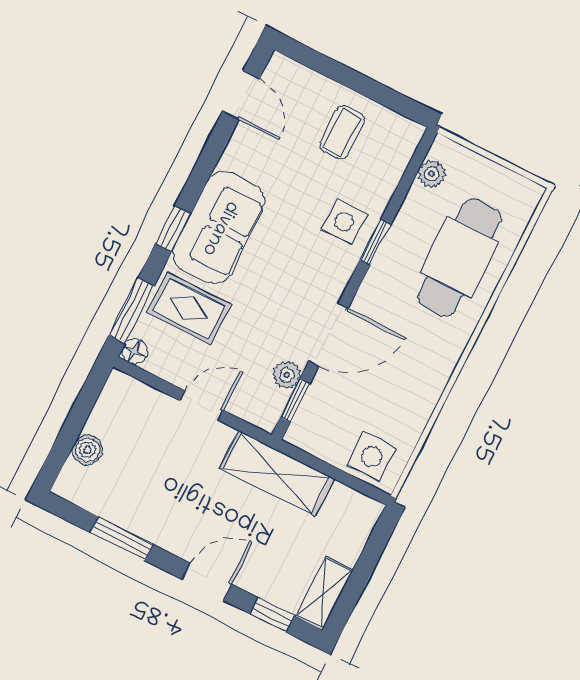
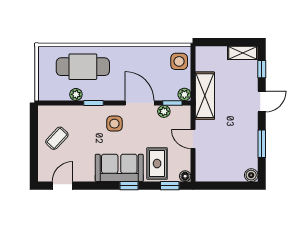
coffee table: (342, 132) -> (57, 138), turned -47
plant: (432, 174) -> (76, 94), moved
side table: (344, 222) -> (114, 124), moved
window: (131, 311) -> (170, 186), width x0.67
plant: (300, 434) -> (184, 94), added
boiler: (88, 450) -> (251, 175), moved
door: (207, 582) -> (262, 102), swing flipped

